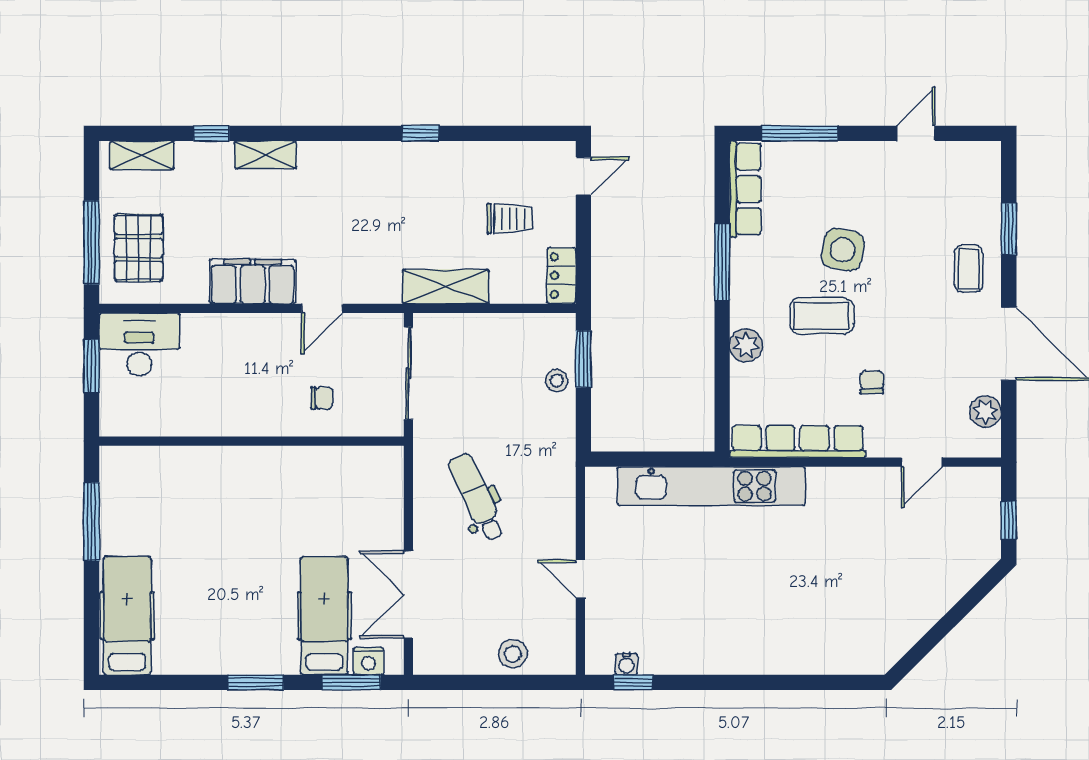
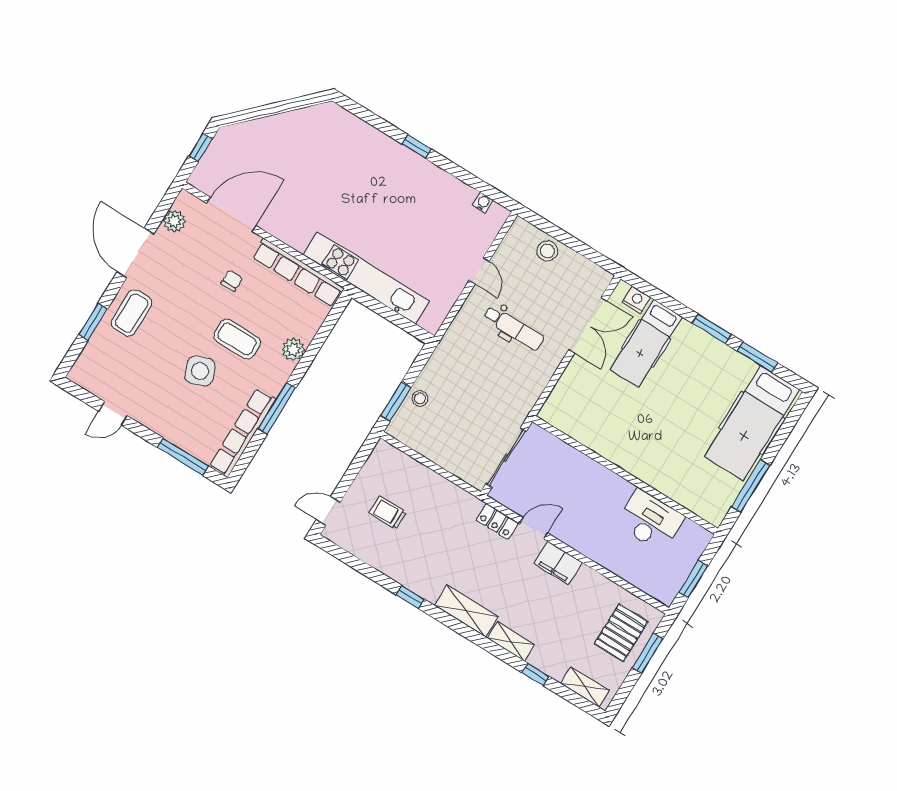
row of seats: (745, 189) -> (243, 433), width x1.36
window: (92, 242) -> (647, 653), width x0.69
side table: (843, 250) -> (200, 371), turned -33
coffee table: (969, 269) -> (132, 313), width x1.36, depth x1.30
locker: (562, 276) -> (497, 521), moved, turned 90
filing cabinet: (253, 281) -> (558, 563), width x0.67, depth x0.86
shelving: (446, 286) -> (466, 611), moved
desk: (139, 344) -> (650, 520), moved, turned 180
chair: (872, 382) -> (232, 281), turned 180
chair: (322, 398) -> (567, 475), removed
door: (922, 462) -> (231, 214), width x1.87
dental chair: (477, 497) -> (514, 328), moved, turned -65
hospital bed: (127, 616) -> (752, 423), width x1.37, depth x1.29
window: (351, 682) -> (758, 357), moved
window: (633, 682) -> (417, 146), moved

